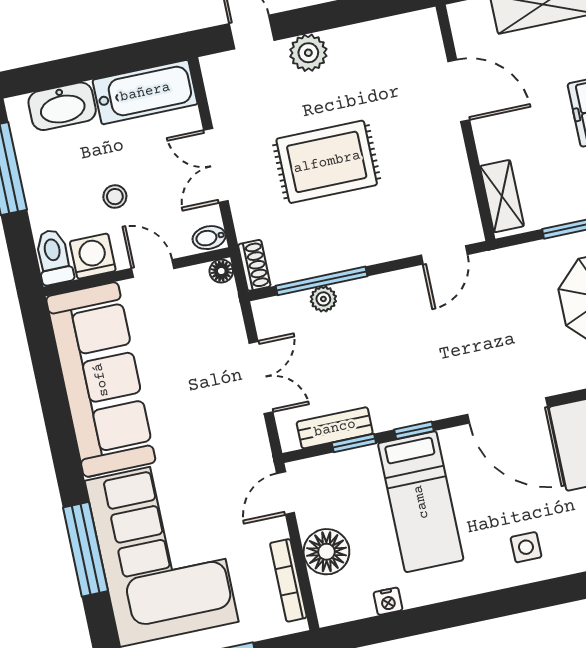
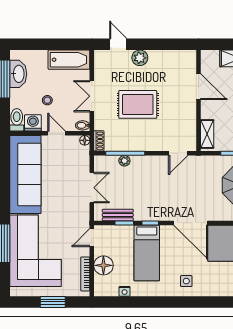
washbasin: (62, 106) -> (18, 74), moved, turned -90

